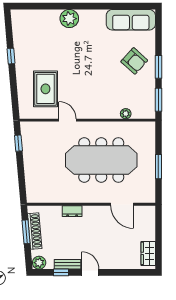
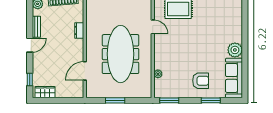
plant: (69, 19) -> (235, 50), moved
armchair: (134, 61) -> (201, 81), turned -132
window: (158, 67) -> (211, 100), moved
door: (68, 120) -> (153, 27), hinge flipped
window: (61, 272) -> (30, 79), moved

